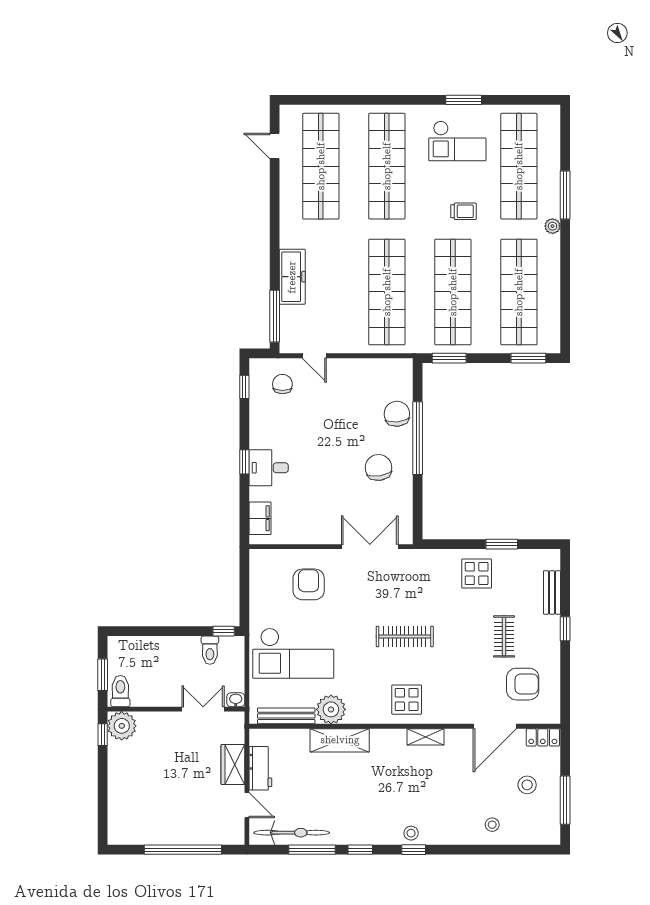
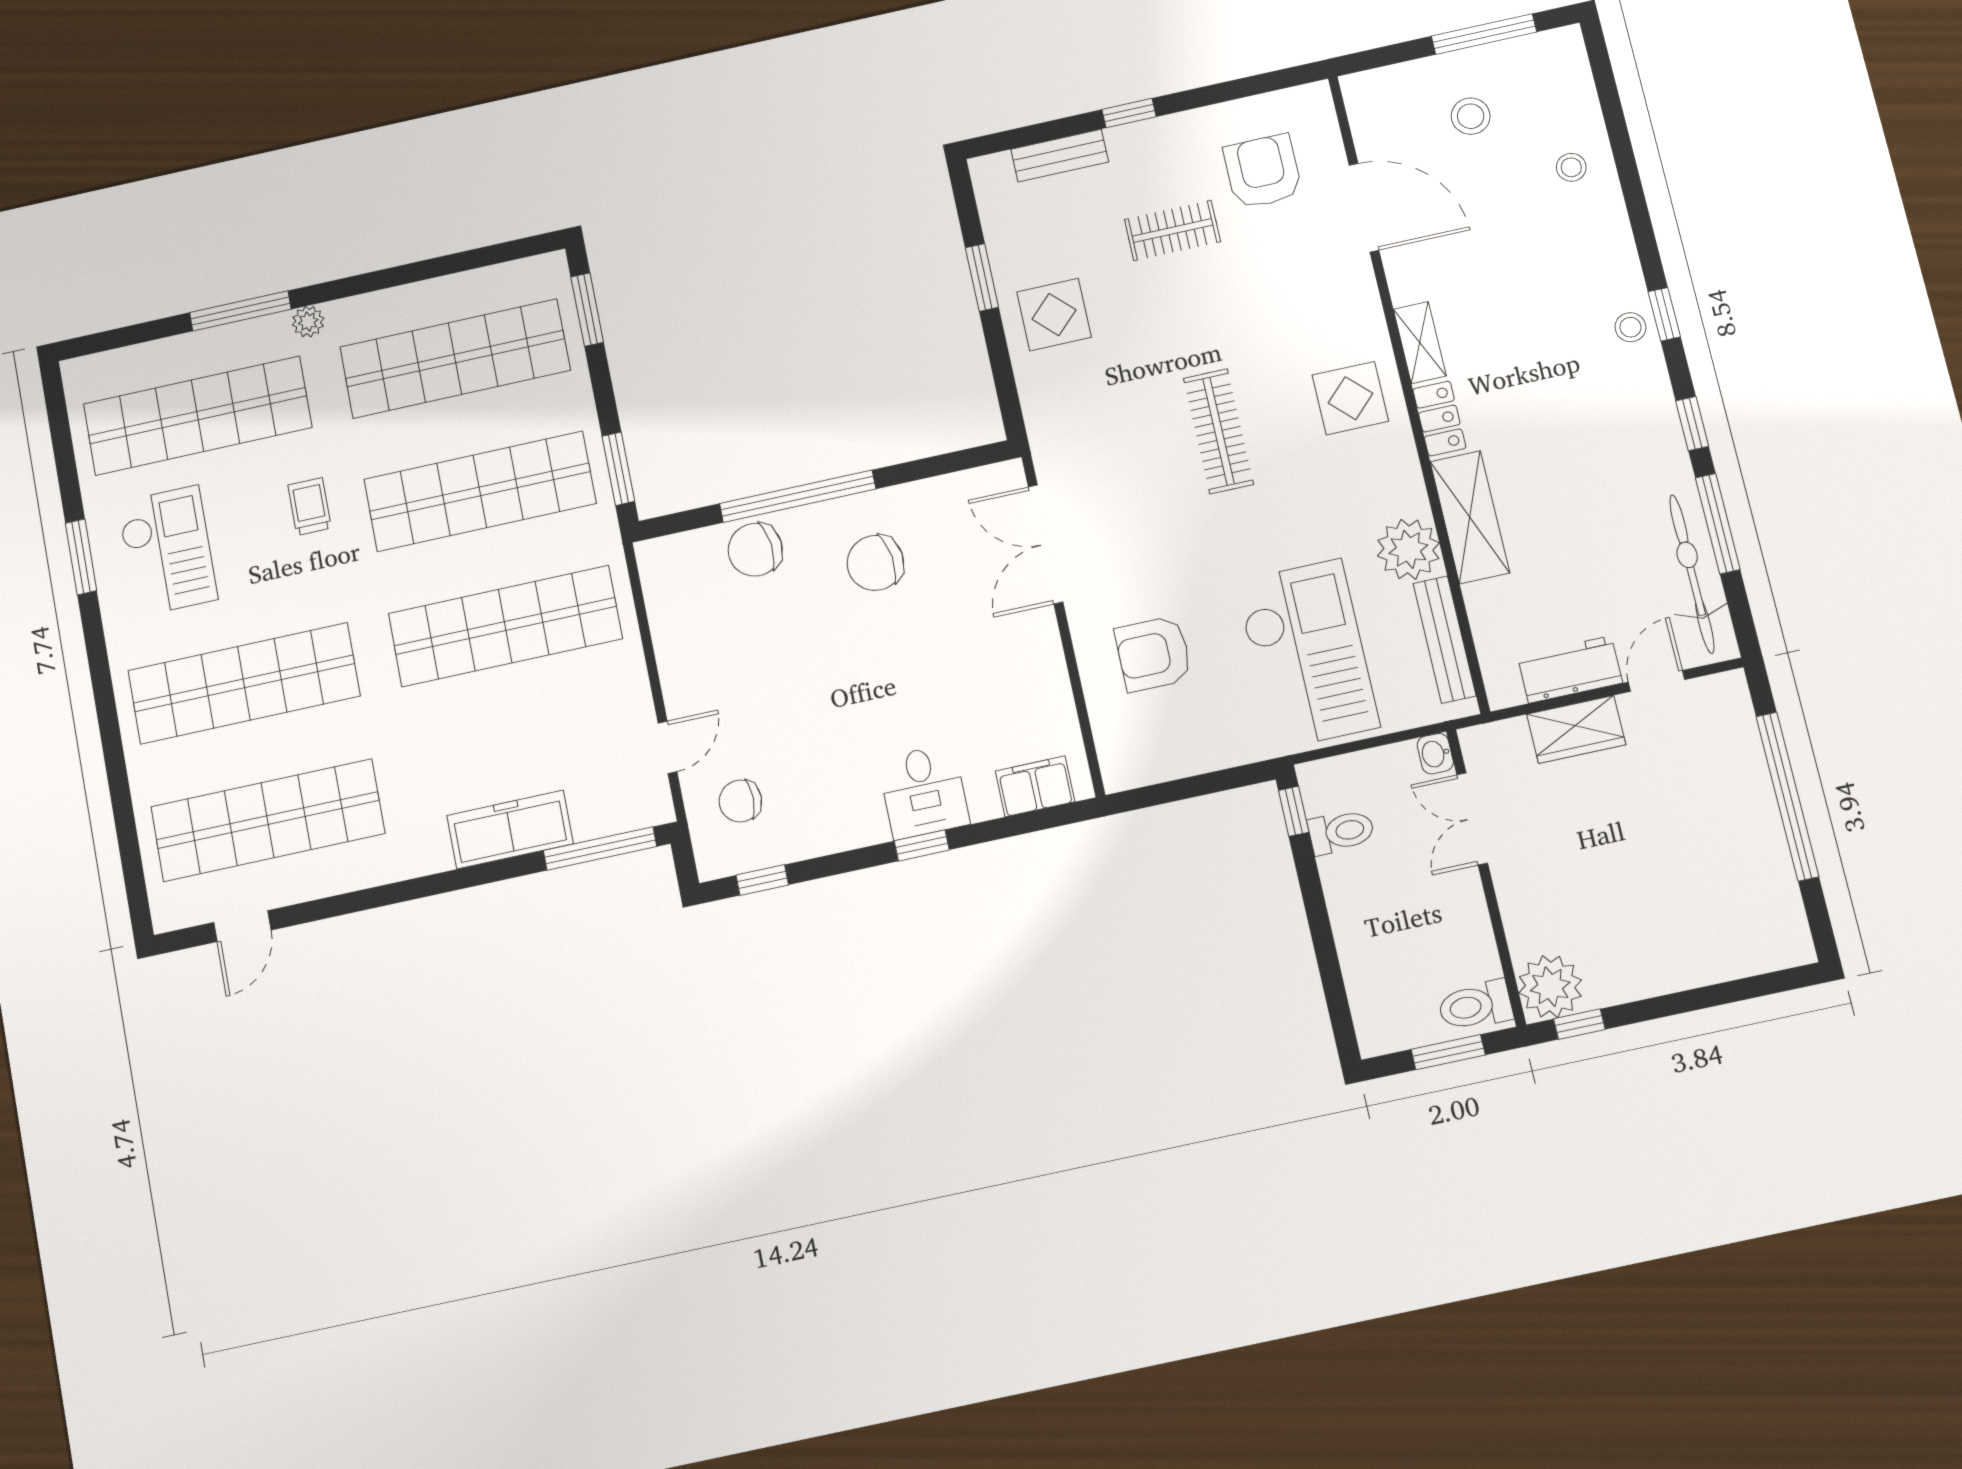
locker: (543, 737) -> (1439, 419), moved

